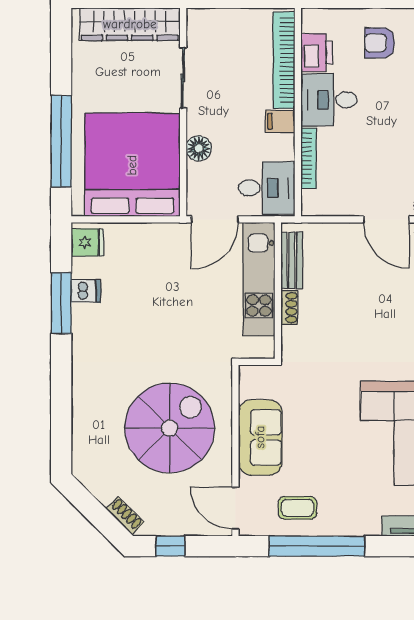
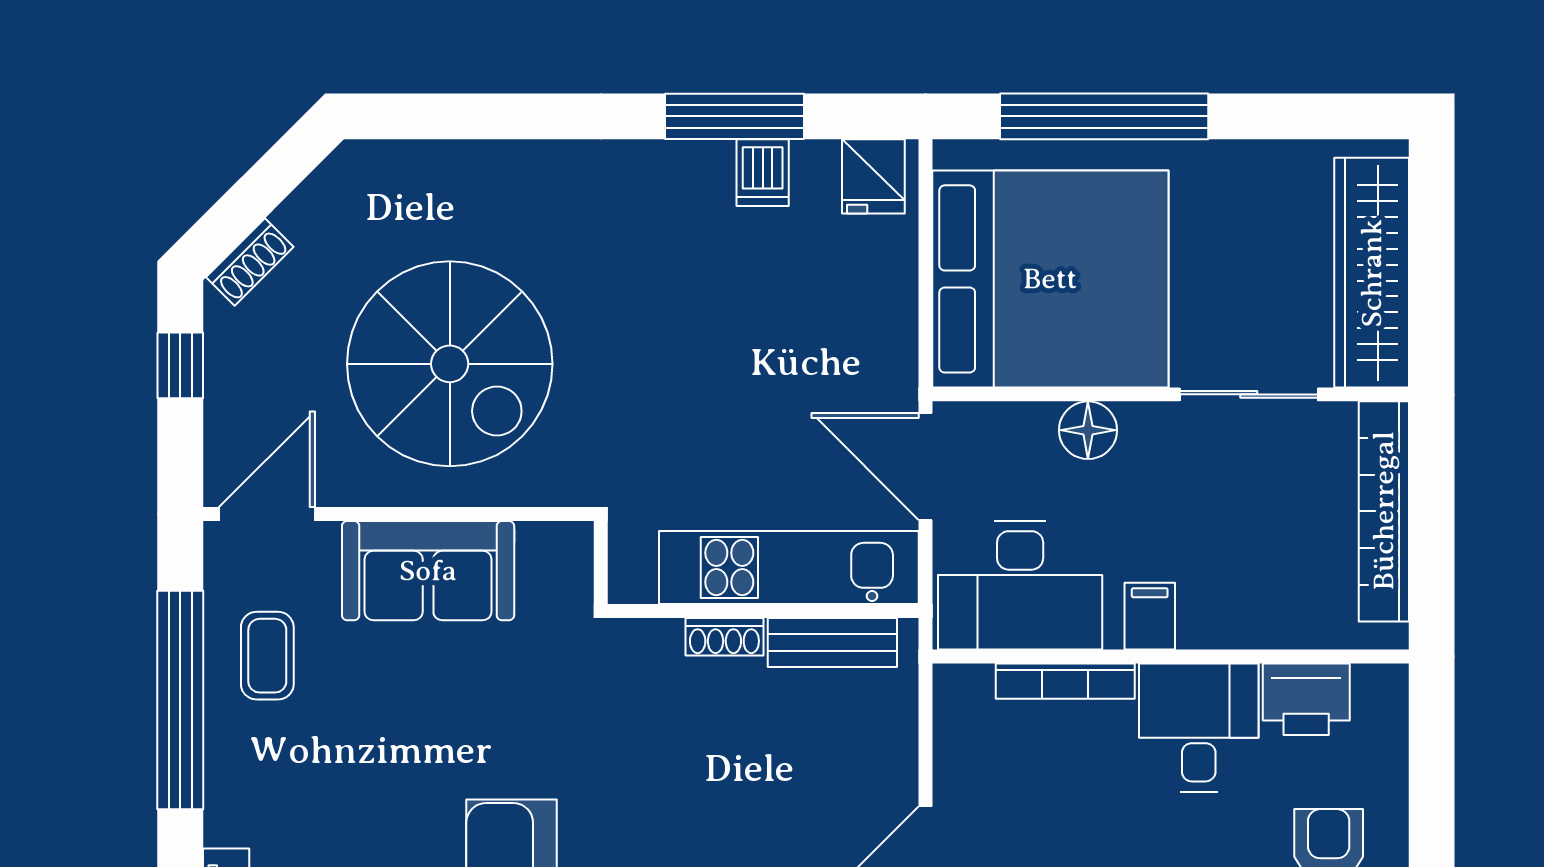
bookcase: (284, 60) -> (1384, 511), moved, turned -90
desk: (267, 188) -> (1020, 585), width x1.37

